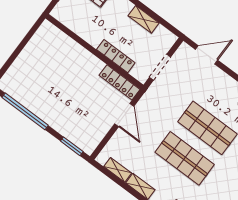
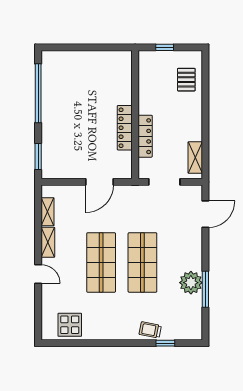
shelving: (144, 19) -> (195, 158), moved
door: (207, 55) -> (205, 214), hinge flipped
locker: (119, 82) -> (125, 128), moved

